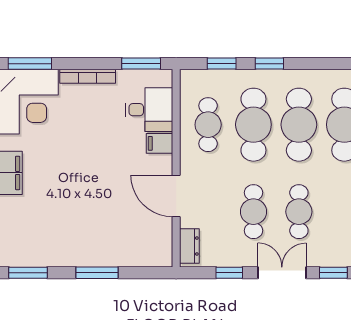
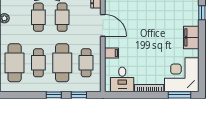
window: (141, 64) -> (121, 95), removed
desk: (149, 110) -> (122, 79), moved, turned -90
cafe table: (299, 125) -> (38, 63), width x0.73, depth x0.74

